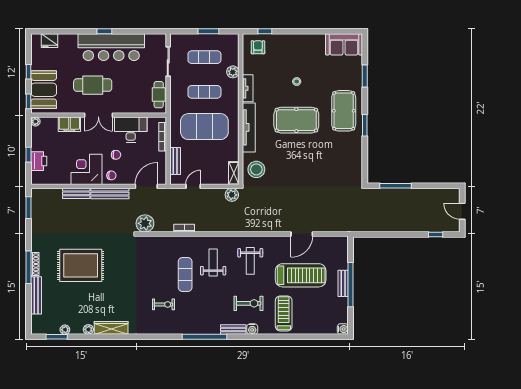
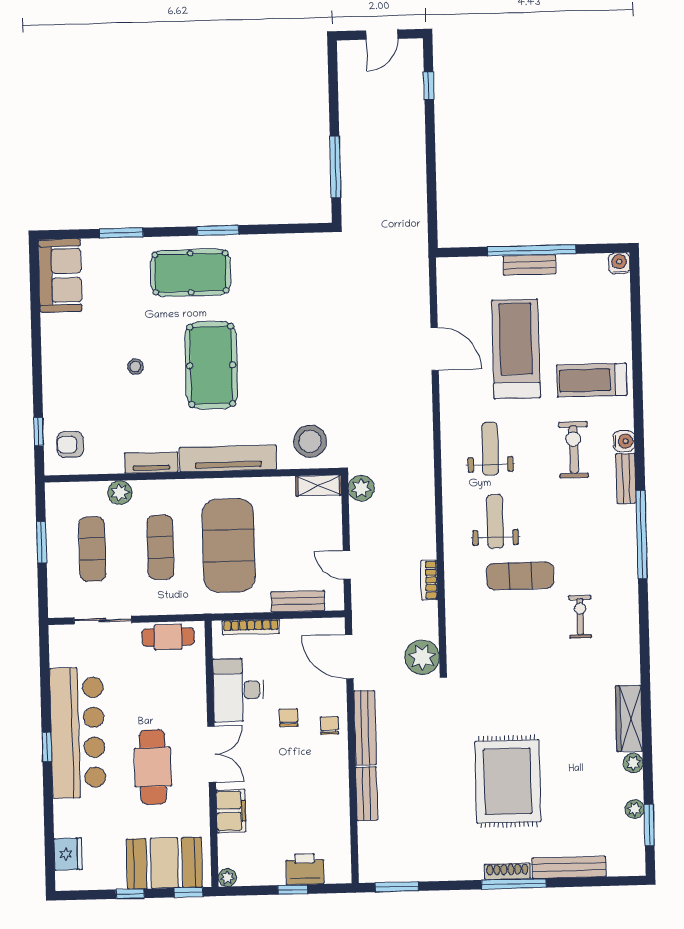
corner desk: (87, 169) -> (319, 775), removed
weight bench: (250, 261) -> (490, 449), turned -90
weight bench: (213, 262) -> (495, 521), turned 90

